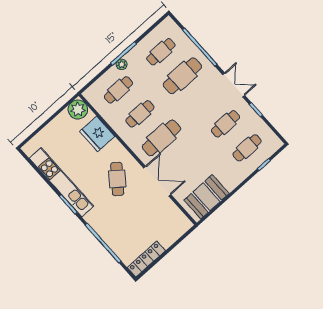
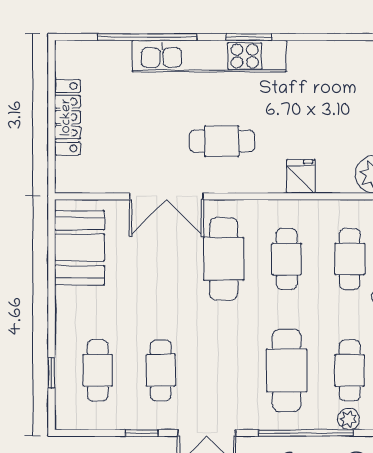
plant: (180, 36) -> (349, 419), added
fridge: (97, 134) -> (301, 176), width x0.53, depth x0.75
cafe table: (117, 179) -> (222, 141), turned -38
kitchen unit: (61, 182) -> (209, 56), moved
locker: (146, 259) -> (67, 117), moved

